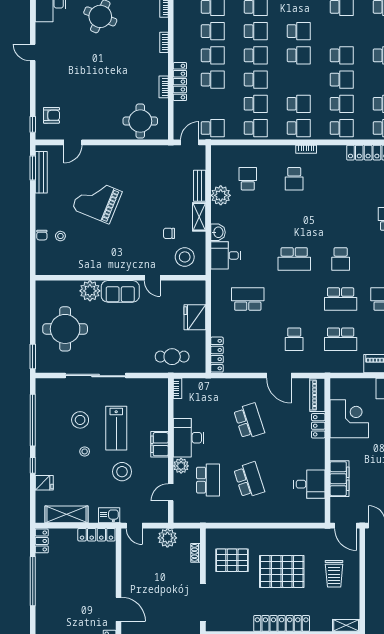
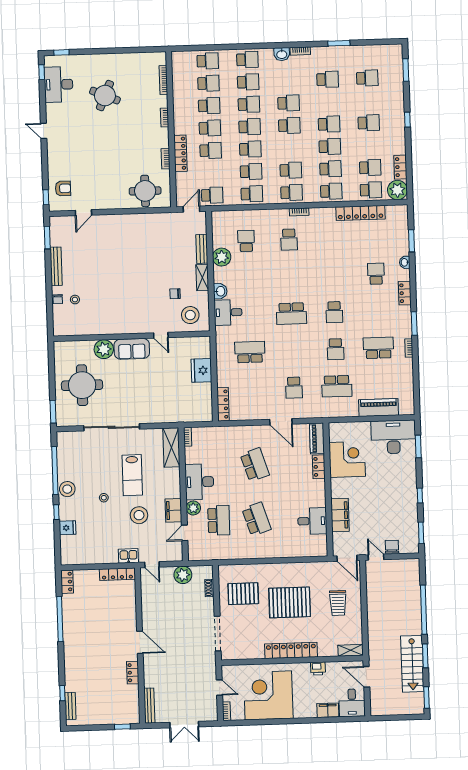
bench: (41, 172) -> (56, 266), moved
grand piano: (97, 200) -> (107, 265), removed
school desk: (341, 299) -> (336, 349), width x0.54
cafe table: (172, 357) -> (182, 407), removed
stool: (80, 420) -> (67, 489), moved
filing cabinet: (159, 444) -> (173, 510), moved
shelving: (67, 514) -> (171, 447), moved, turned 90

